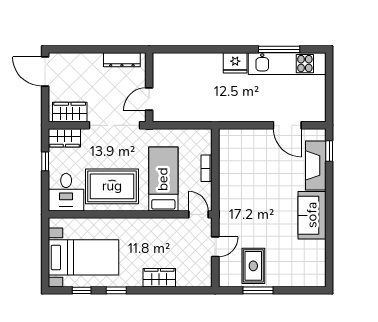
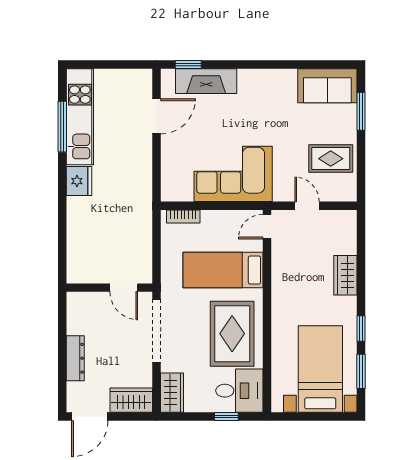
dresser: (122, 60) -> (75, 358), moved
wardrobe: (70, 112) -> (131, 400), moved, turned 90
window: (45, 161) -> (226, 417), moved
bookcase: (207, 168) -> (183, 216), moved
corner sofa: (241, 187) -> (233, 174), added
sofa: (312, 215) -> (327, 86), moved
window: (82, 290) -> (361, 371), width x1.50
window: (258, 290) -> (361, 111), moved

